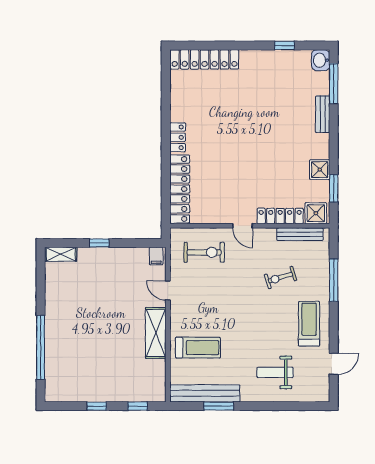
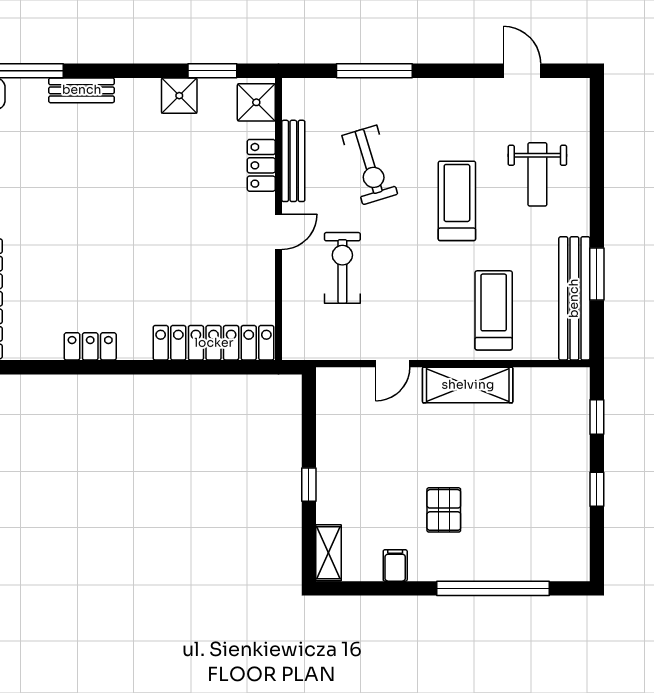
locker: (178, 137) -> (90, 346), moved
locker: (280, 216) -> (261, 165), width x0.66
bench: (300, 234) -> (293, 161), moved
exercise bike: (204, 252) -> (342, 268), moved
filing cabinet: (156, 256) -> (395, 565), moved, turned -90
exercise bike: (280, 277) -> (370, 165), width x1.38, depth x1.39
pallet: (85, 319) -> (444, 510), added
treadmill: (309, 324) -> (457, 201), moved, turned 90

